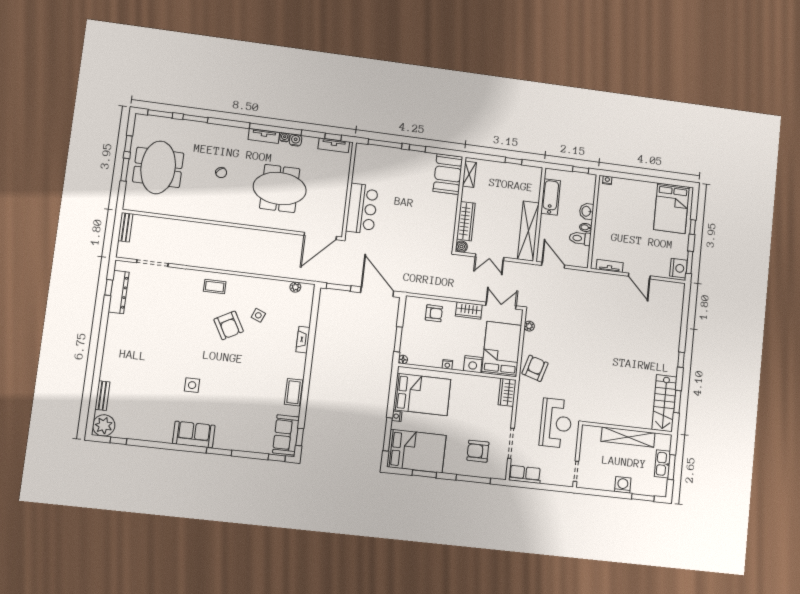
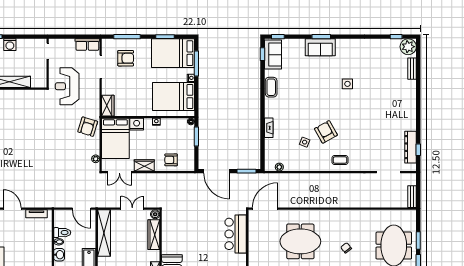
sofa: (194, 435) -> (320, 47), moved

